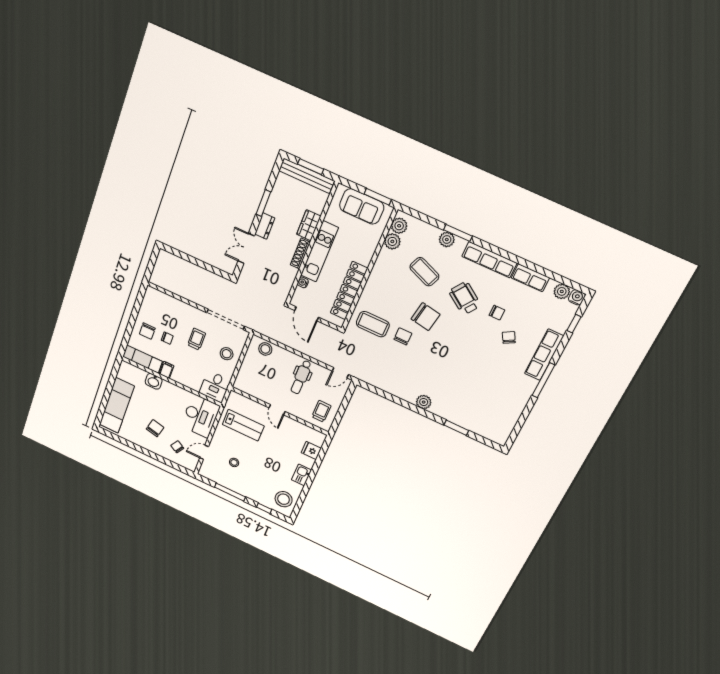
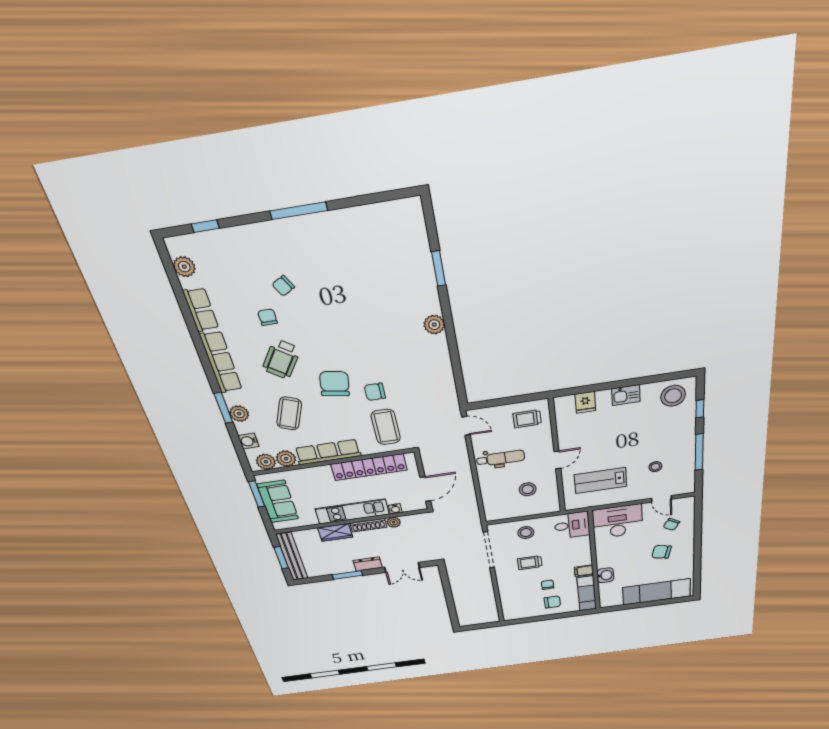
plant: (292, 273) -> (394, 522), added
water cooler: (577, 297) -> (249, 441), moved
stool: (265, 349) -> (528, 489), moved
row of seats: (544, 355) -> (328, 452), moved, turned 180
lab bench: (243, 425) -> (600, 481), turned -90

